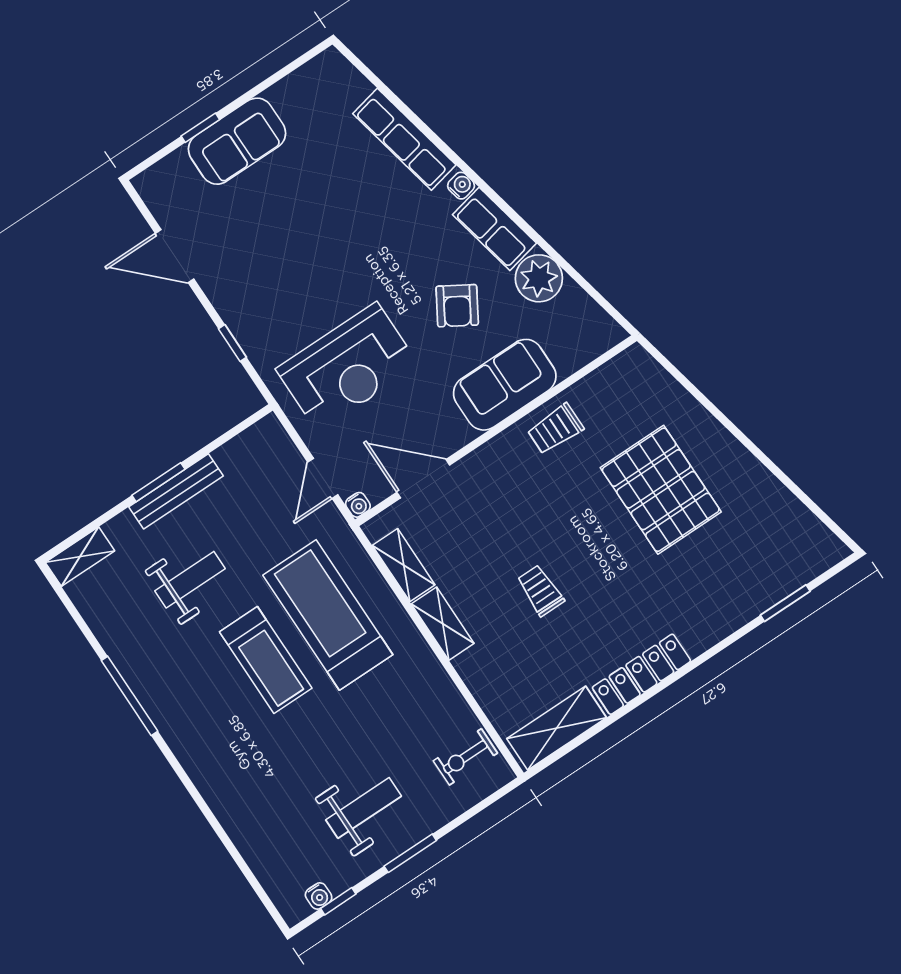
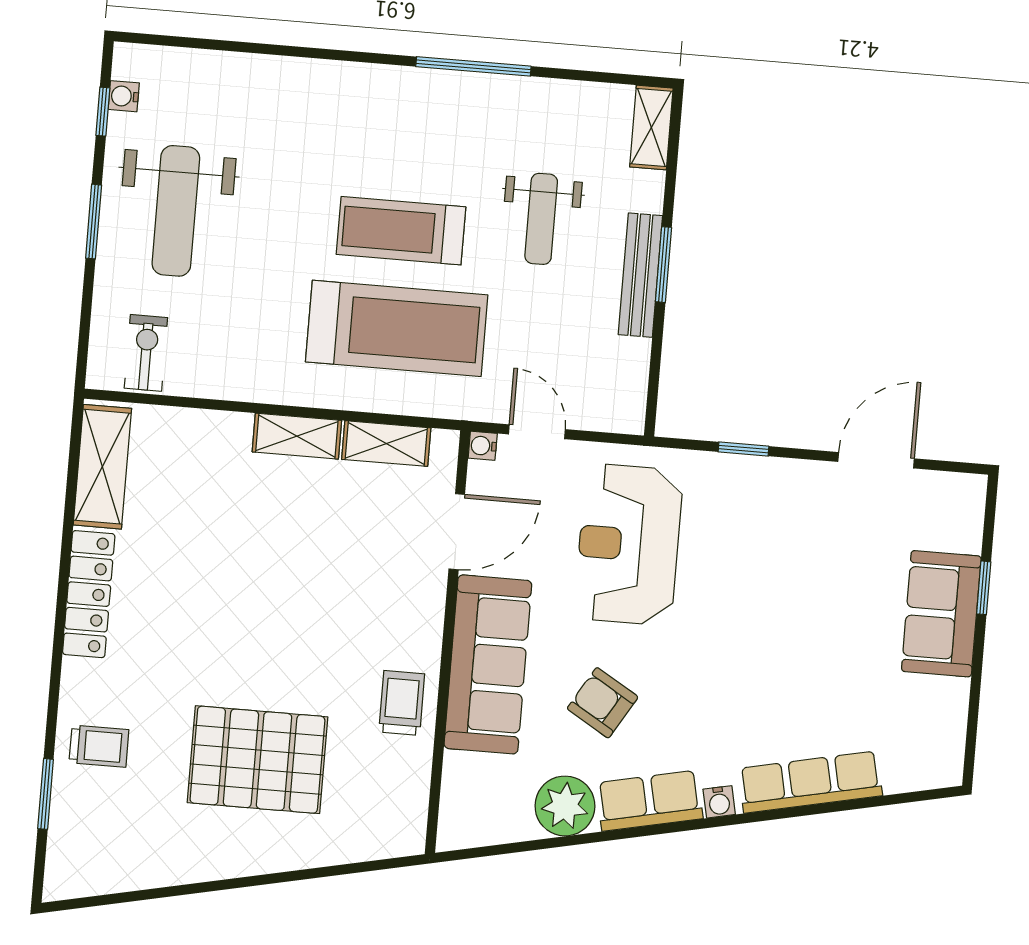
sofa: (505, 385) -> (488, 664), width x1.36
trolley: (540, 591) -> (99, 746), moved
weight bench: (364, 808) -> (176, 211), width x1.36, depth x1.33

